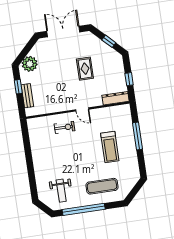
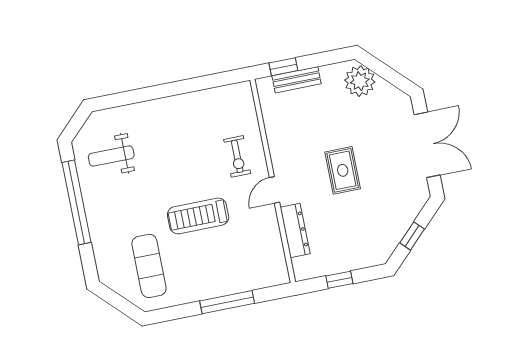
rug: (85, 69) -> (343, 170), moved, turned 90
window: (18, 87) -> (283, 67), moved
dresser: (116, 98) -> (295, 230), moved
treadmill: (110, 147) -> (198, 216), moved
exercise mat: (102, 186) -> (149, 266), moved

